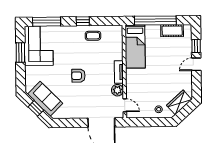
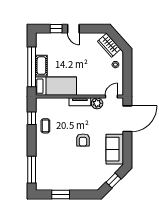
window: (83, 21) -> (32, 118), moved
cot: (172, 31) -> (41, 66), moved
corner sofa: (39, 46) -> (54, 177), removed
sofa: (45, 99) -> (115, 149), moved, turned -45

